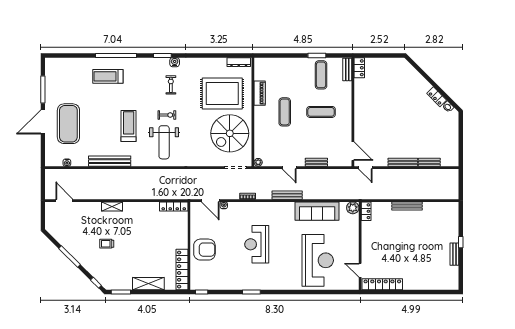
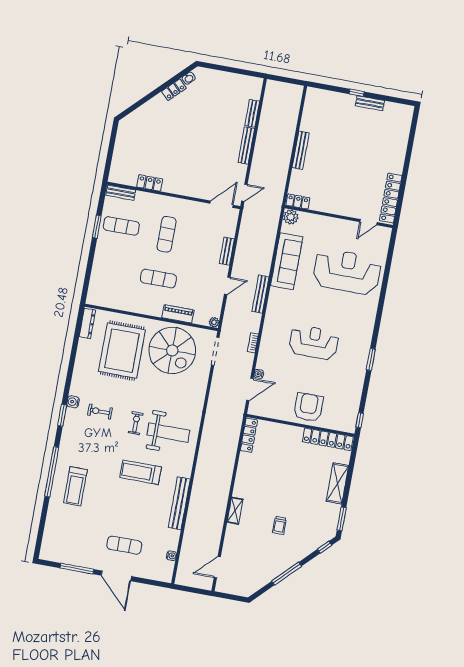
locker: (359, 68) -> (150, 183), moved
piano: (260, 93) -> (178, 314), moved
exercise mat: (68, 124) -> (124, 545), width x0.50, depth x0.69
reception desk: (257, 244) -> (314, 342), turned 180

